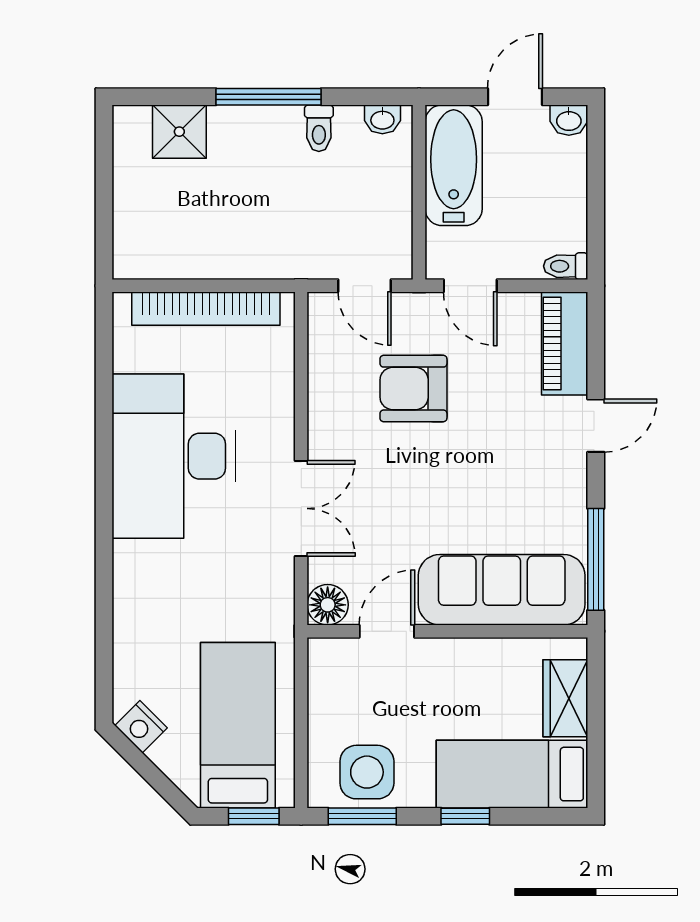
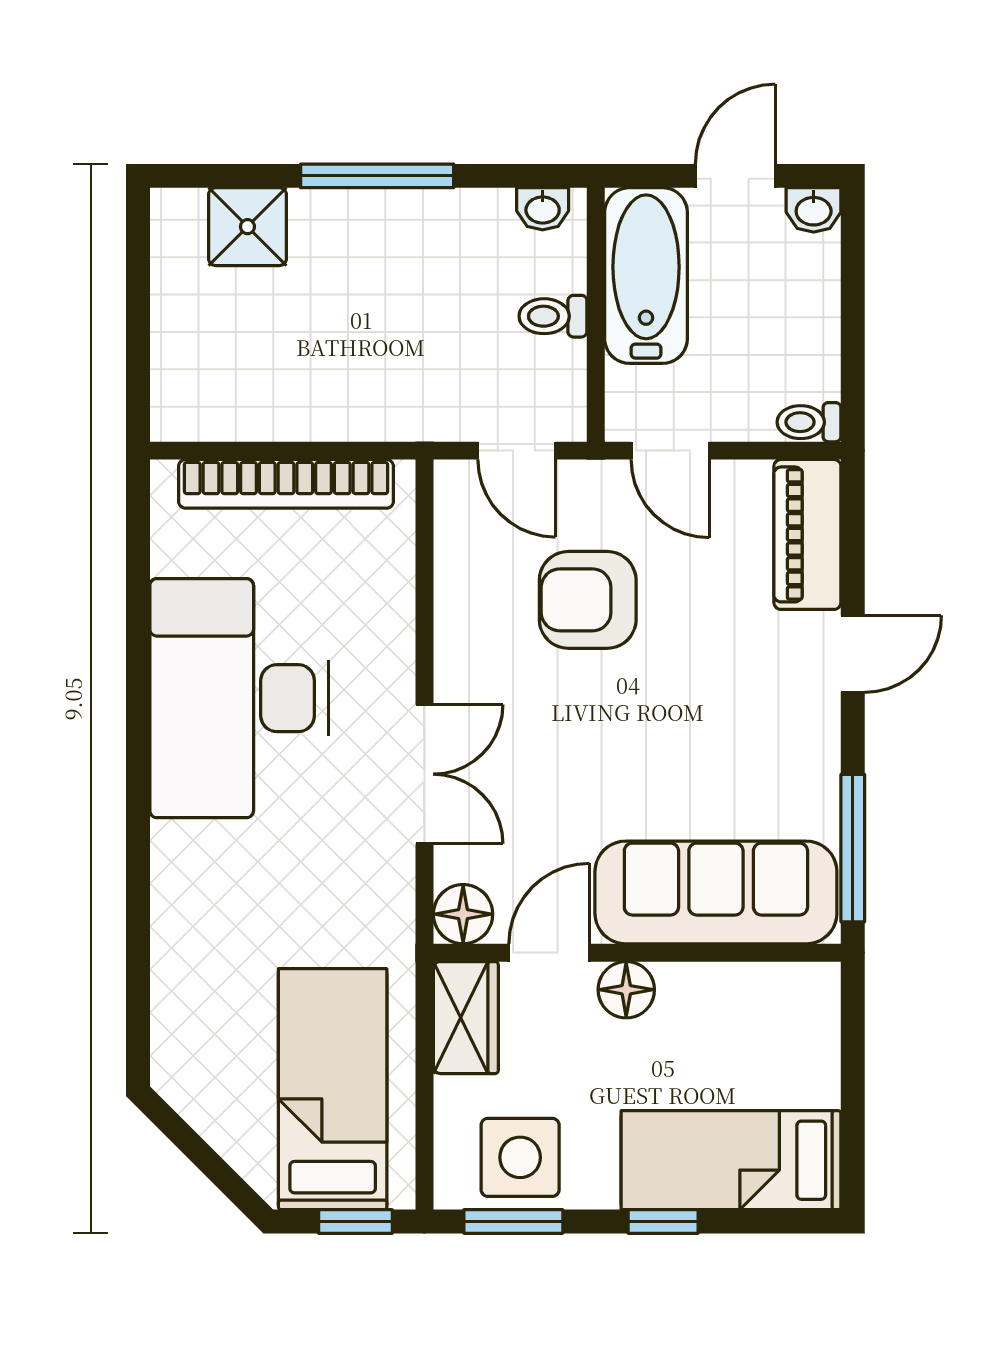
toilet: (319, 128) -> (553, 316), moved, turned 90
floor lamp: (440, 657) -> (626, 990), added
wardrobe: (565, 698) -> (466, 1018), moved, turned 180
nightstand: (141, 727) -> (192, 1092), removed

